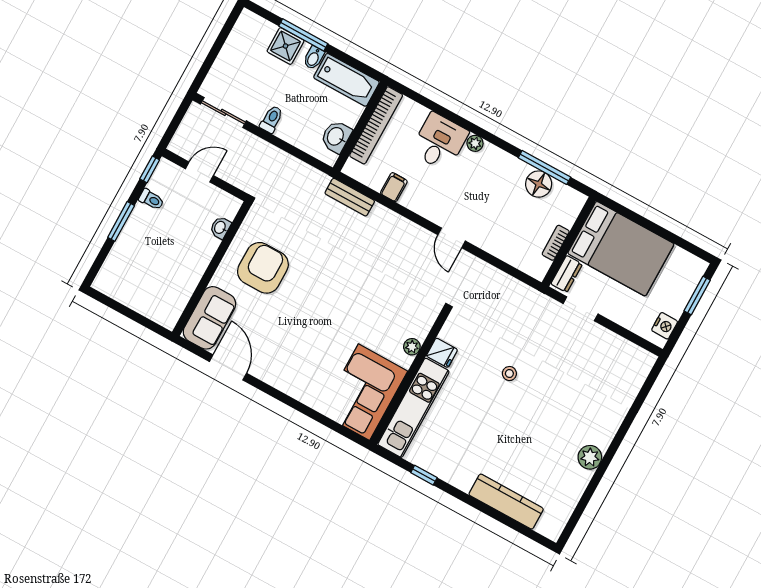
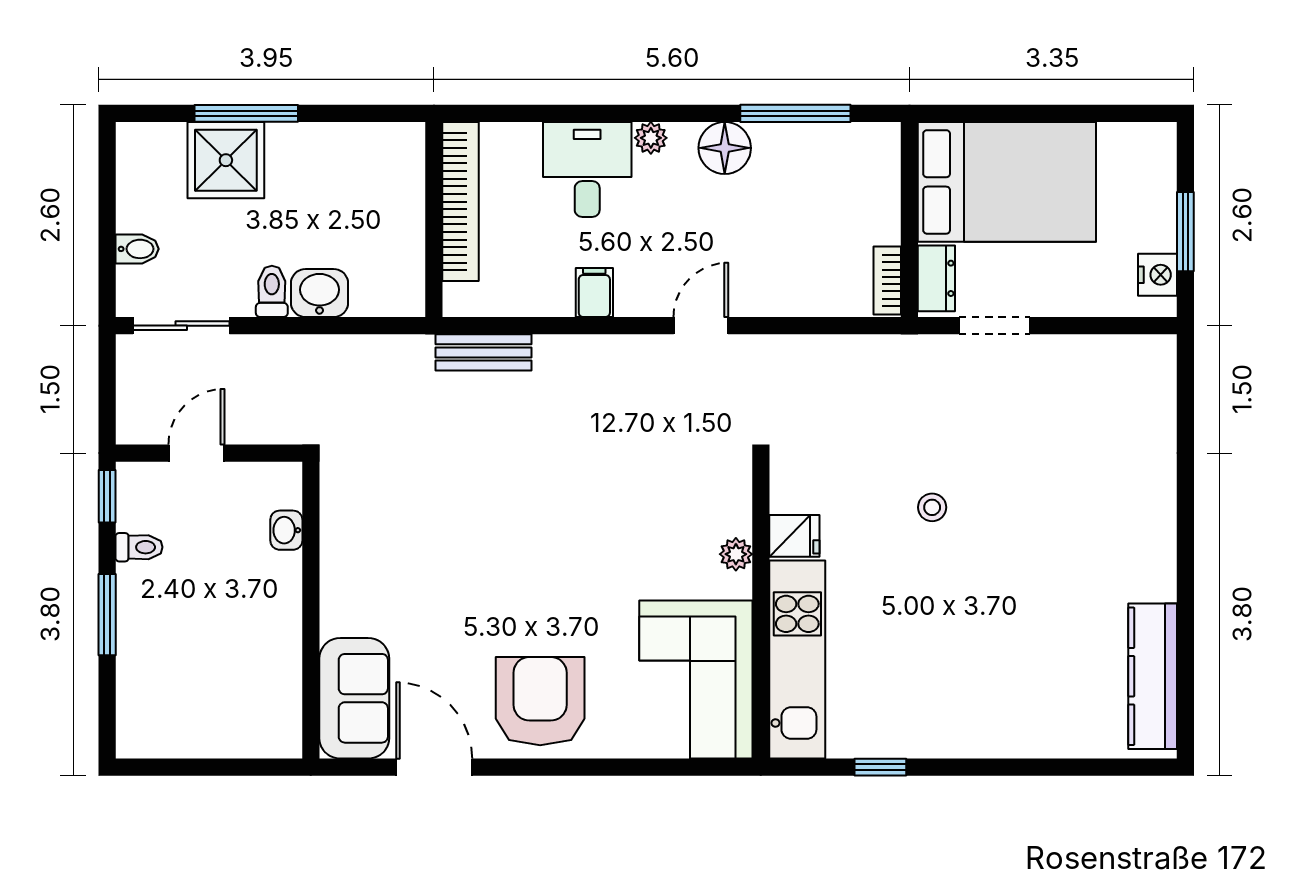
shower: (285, 46) -> (226, 160), width x1.36, depth x1.36
bidet: (314, 58) -> (137, 249), moved, turned -90
bathtub: (346, 80) -> (365, 150), removed
washbasin: (336, 137) -> (320, 293), moved, turned 90
floor lamp: (539, 184) -> (725, 148), moved
filing cabinet: (394, 187) -> (594, 293), moved
door: (452, 238) -> (701, 326), swing flipped
bookcase: (556, 243) -> (887, 281), moved
armchair: (263, 268) -> (540, 701), moved
window: (697, 296) -> (1185, 232), moved
plant: (590, 457) -> (1153, 576), removed
kitchen counter: (506, 502) -> (1153, 676), moved, turned -90

